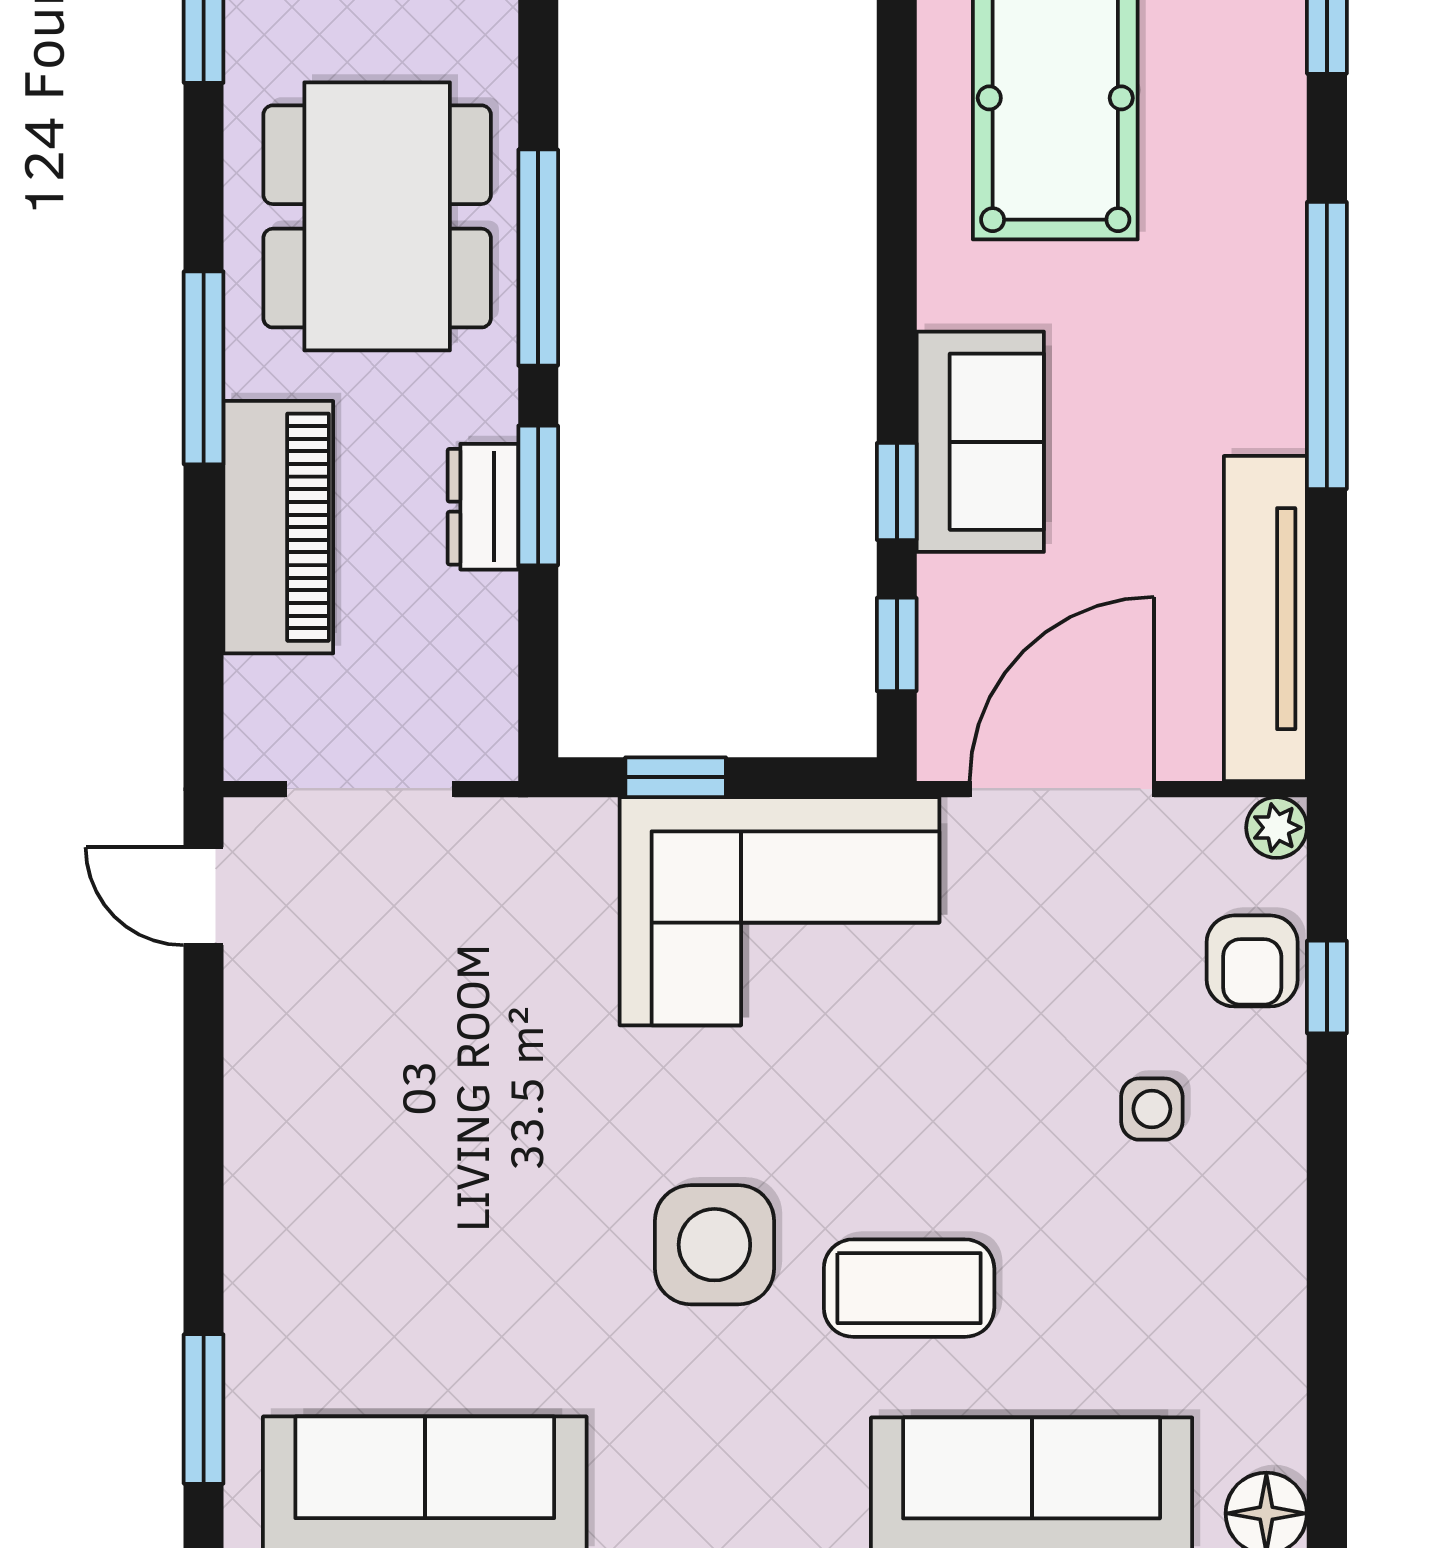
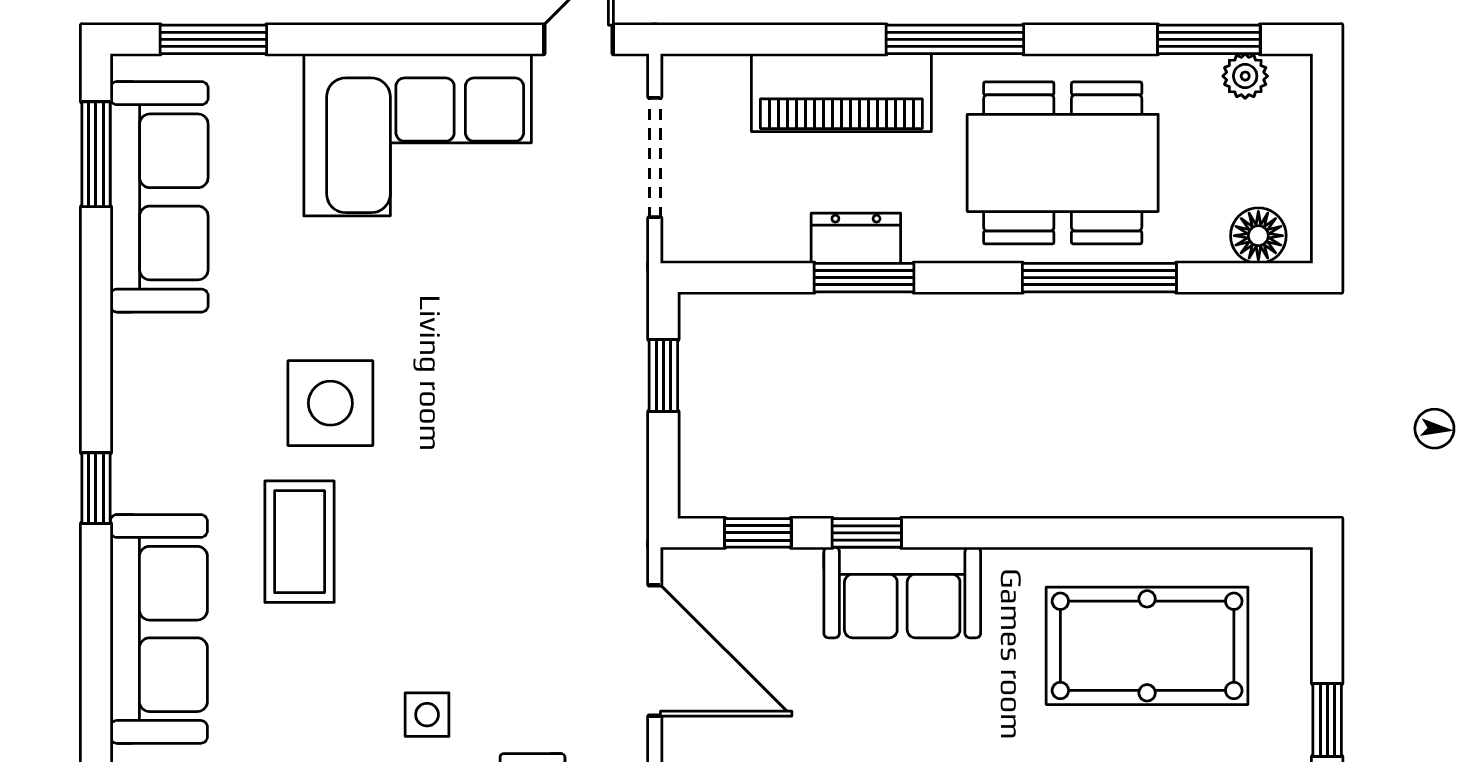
window: (538, 258) -> (1099, 278), moved
corner sofa: (779, 911) -> (418, 135), moved, turned -90

